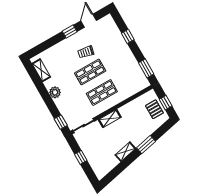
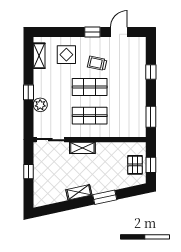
display table: (60, 58) -> (66, 55), added
plant: (55, 92) -> (40, 105), moved
window: (61, 122) -> (28, 92), moved

